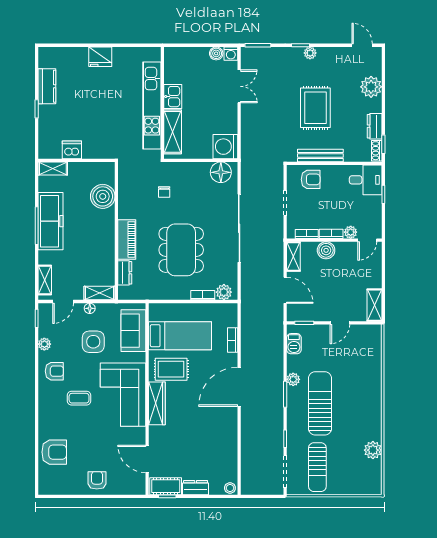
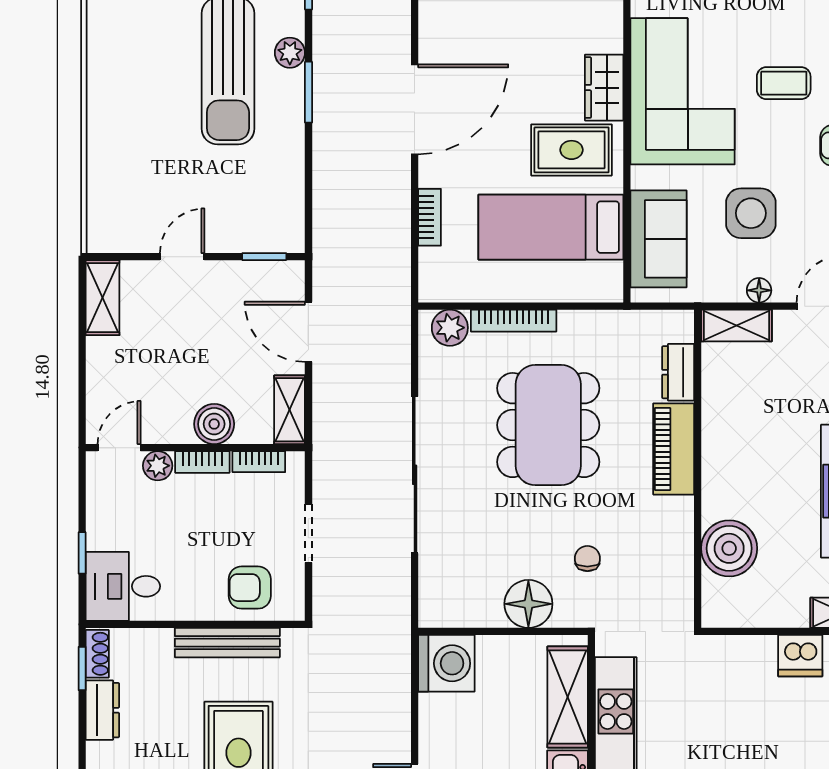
floor lamp: (221, 172) -> (528, 604), moved
bookcase: (203, 295) -> (514, 321), width x1.56
barbecue: (294, 344) -> (288, 209), removed
plant: (293, 379) -> (290, 53), moved
wardrobe: (157, 403) -> (604, 88), width x0.67

